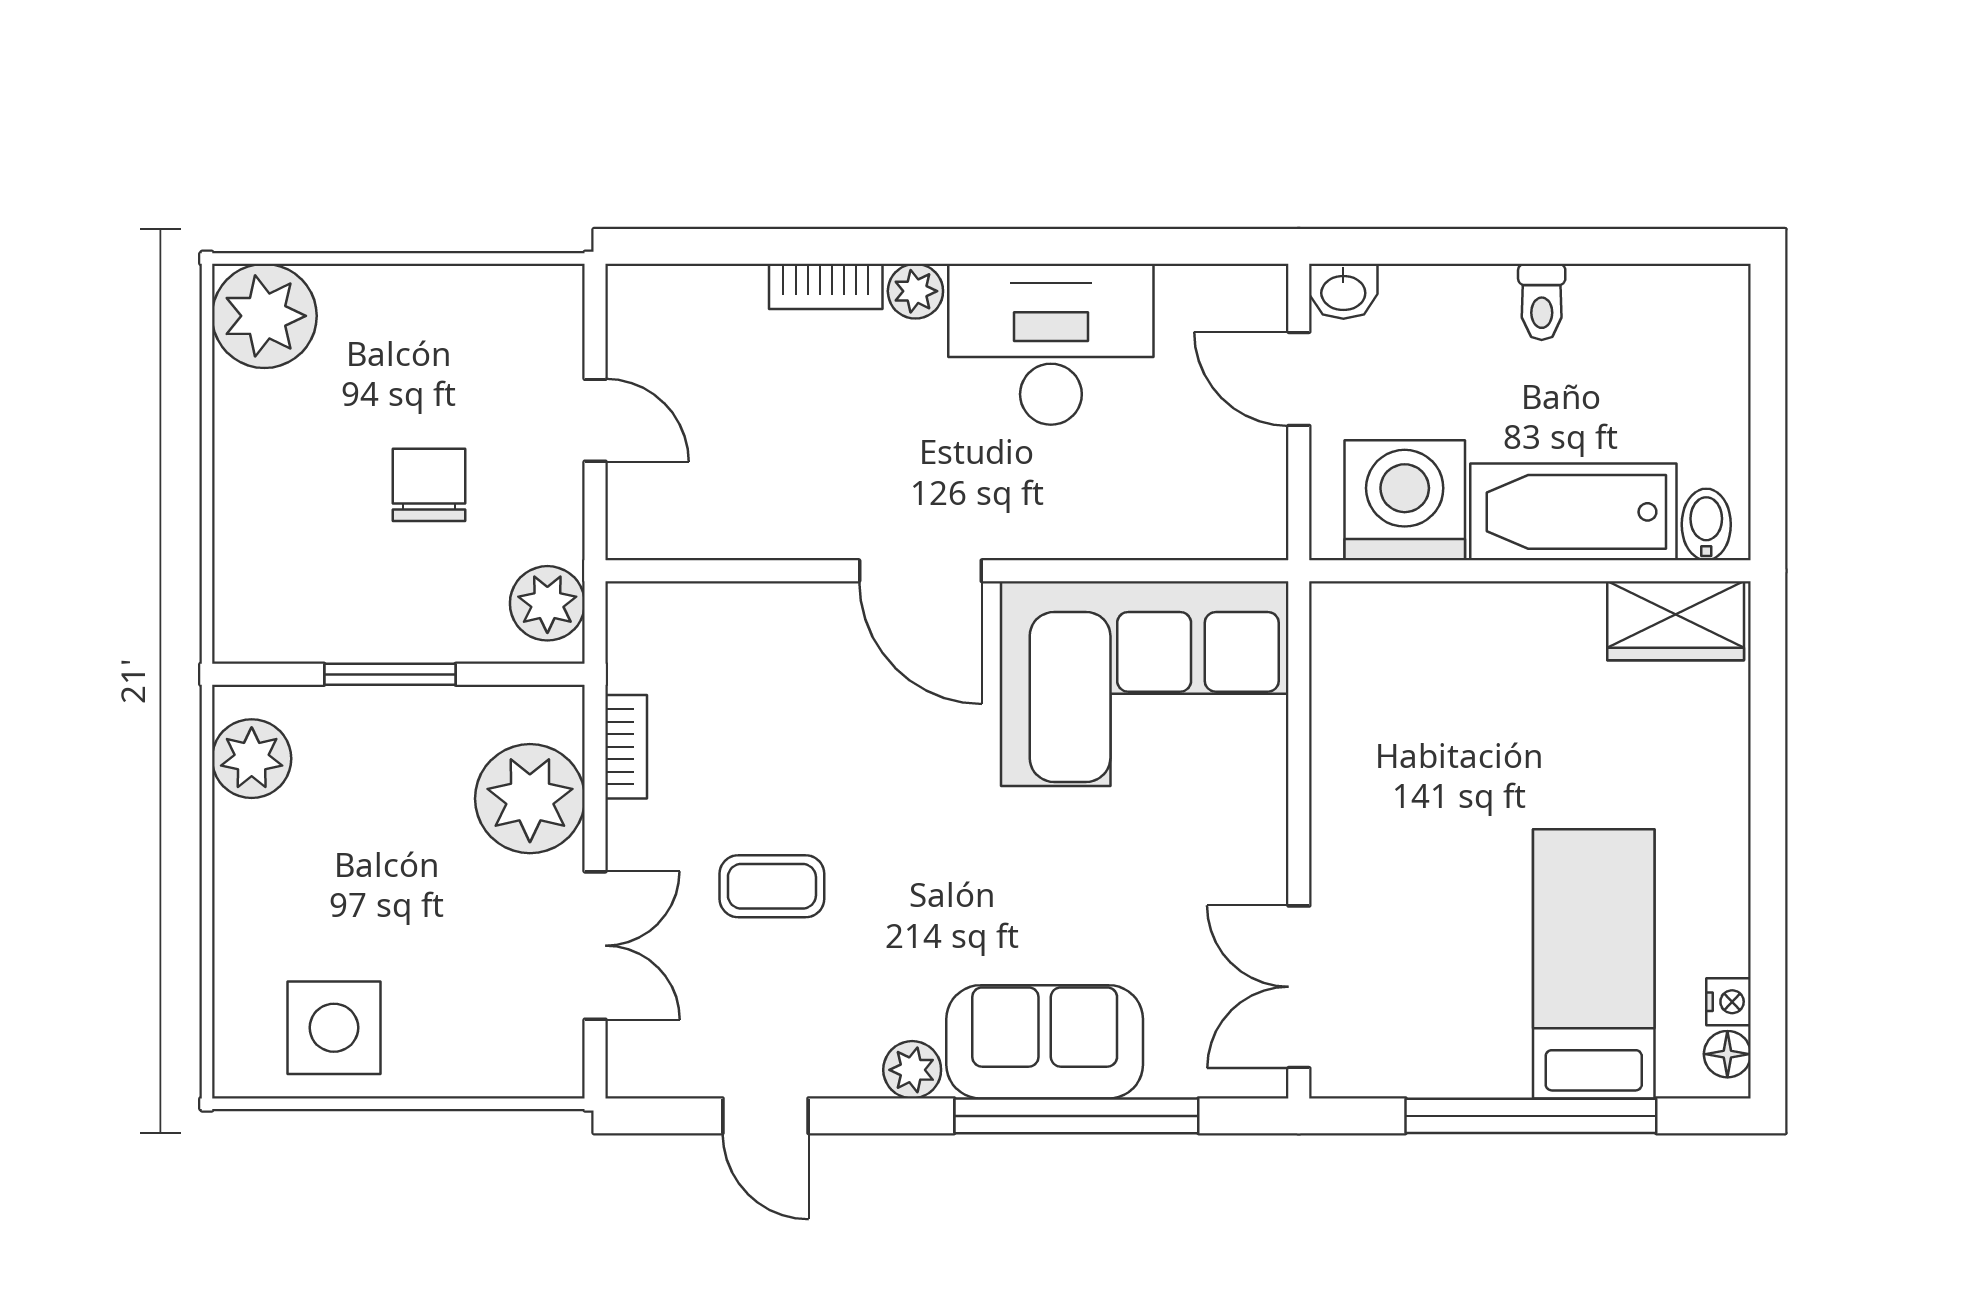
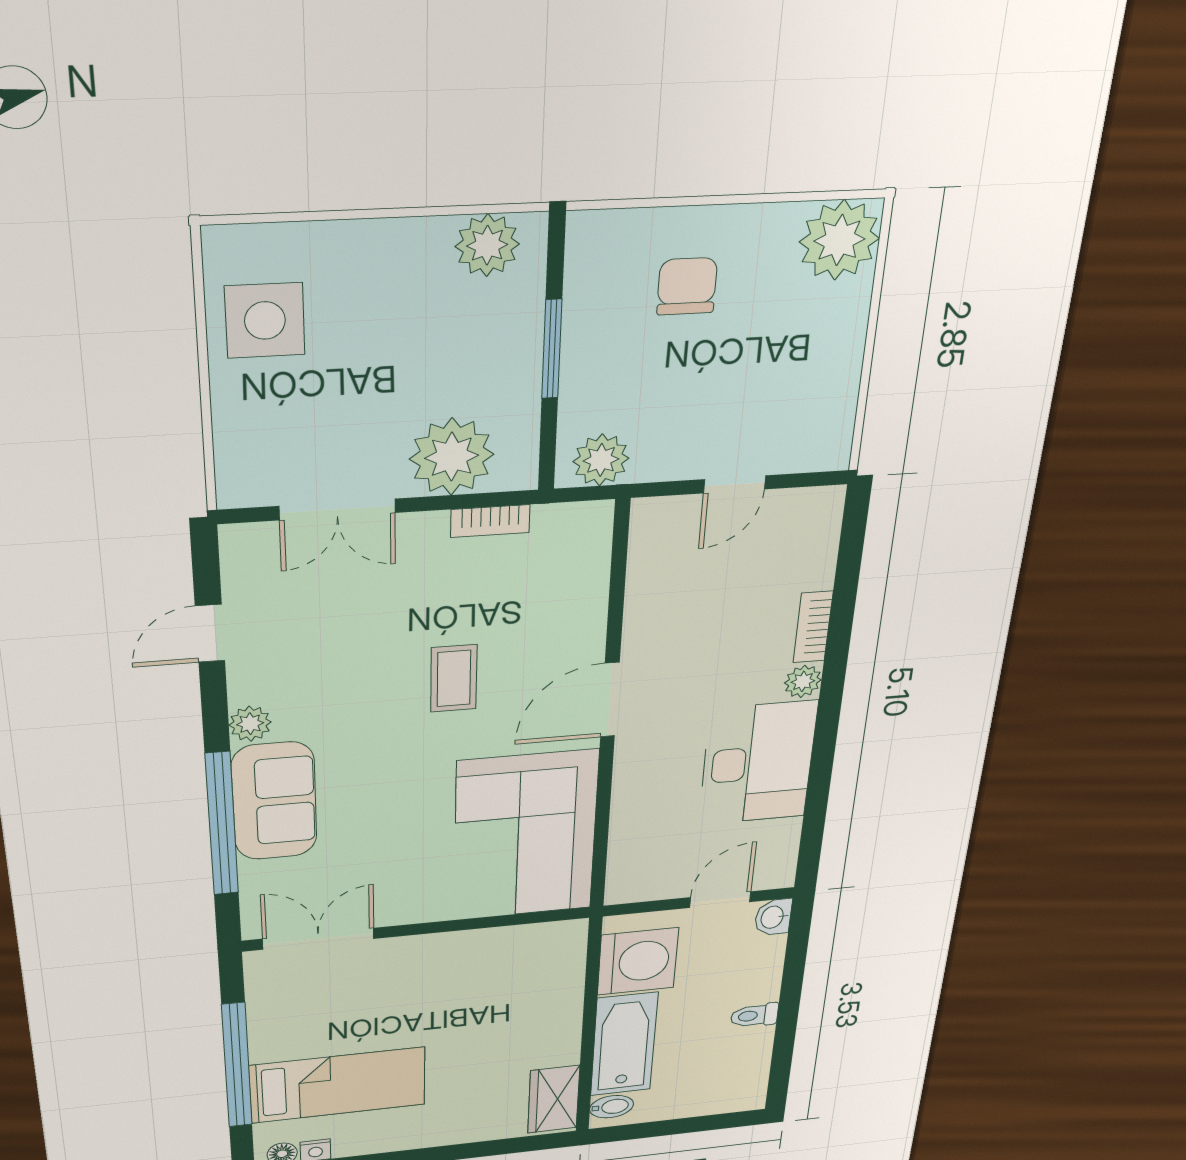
chair: (429, 485) -> (687, 286), moved, turned -90
coffee table: (772, 886) -> (454, 678), moved

